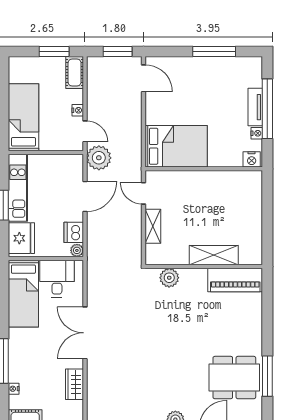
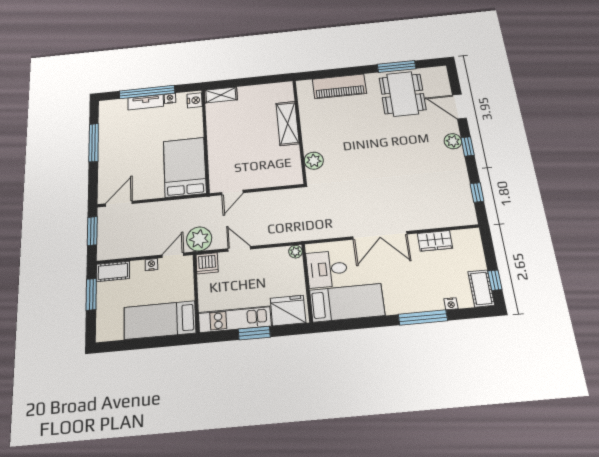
door: (85, 196) -> (239, 249), width x0.73
shelving: (153, 226) -> (221, 95), moved
dishwasher: (74, 232) -> (207, 263), moved
piano: (235, 280) -> (339, 86), moved, turned 90

